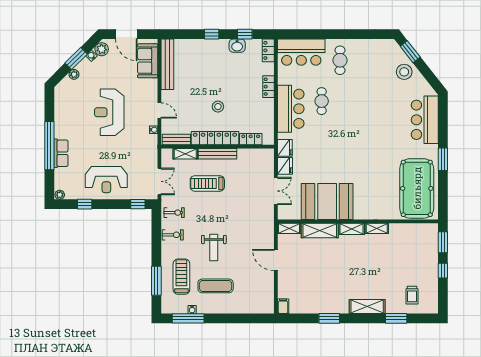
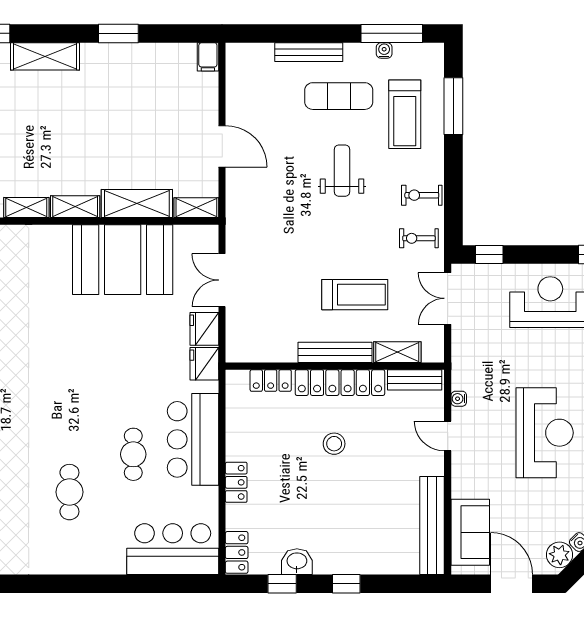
cafe table: (340, 60) -> (69, 492), moved
bench: (231, 309) -> (309, 52), added

